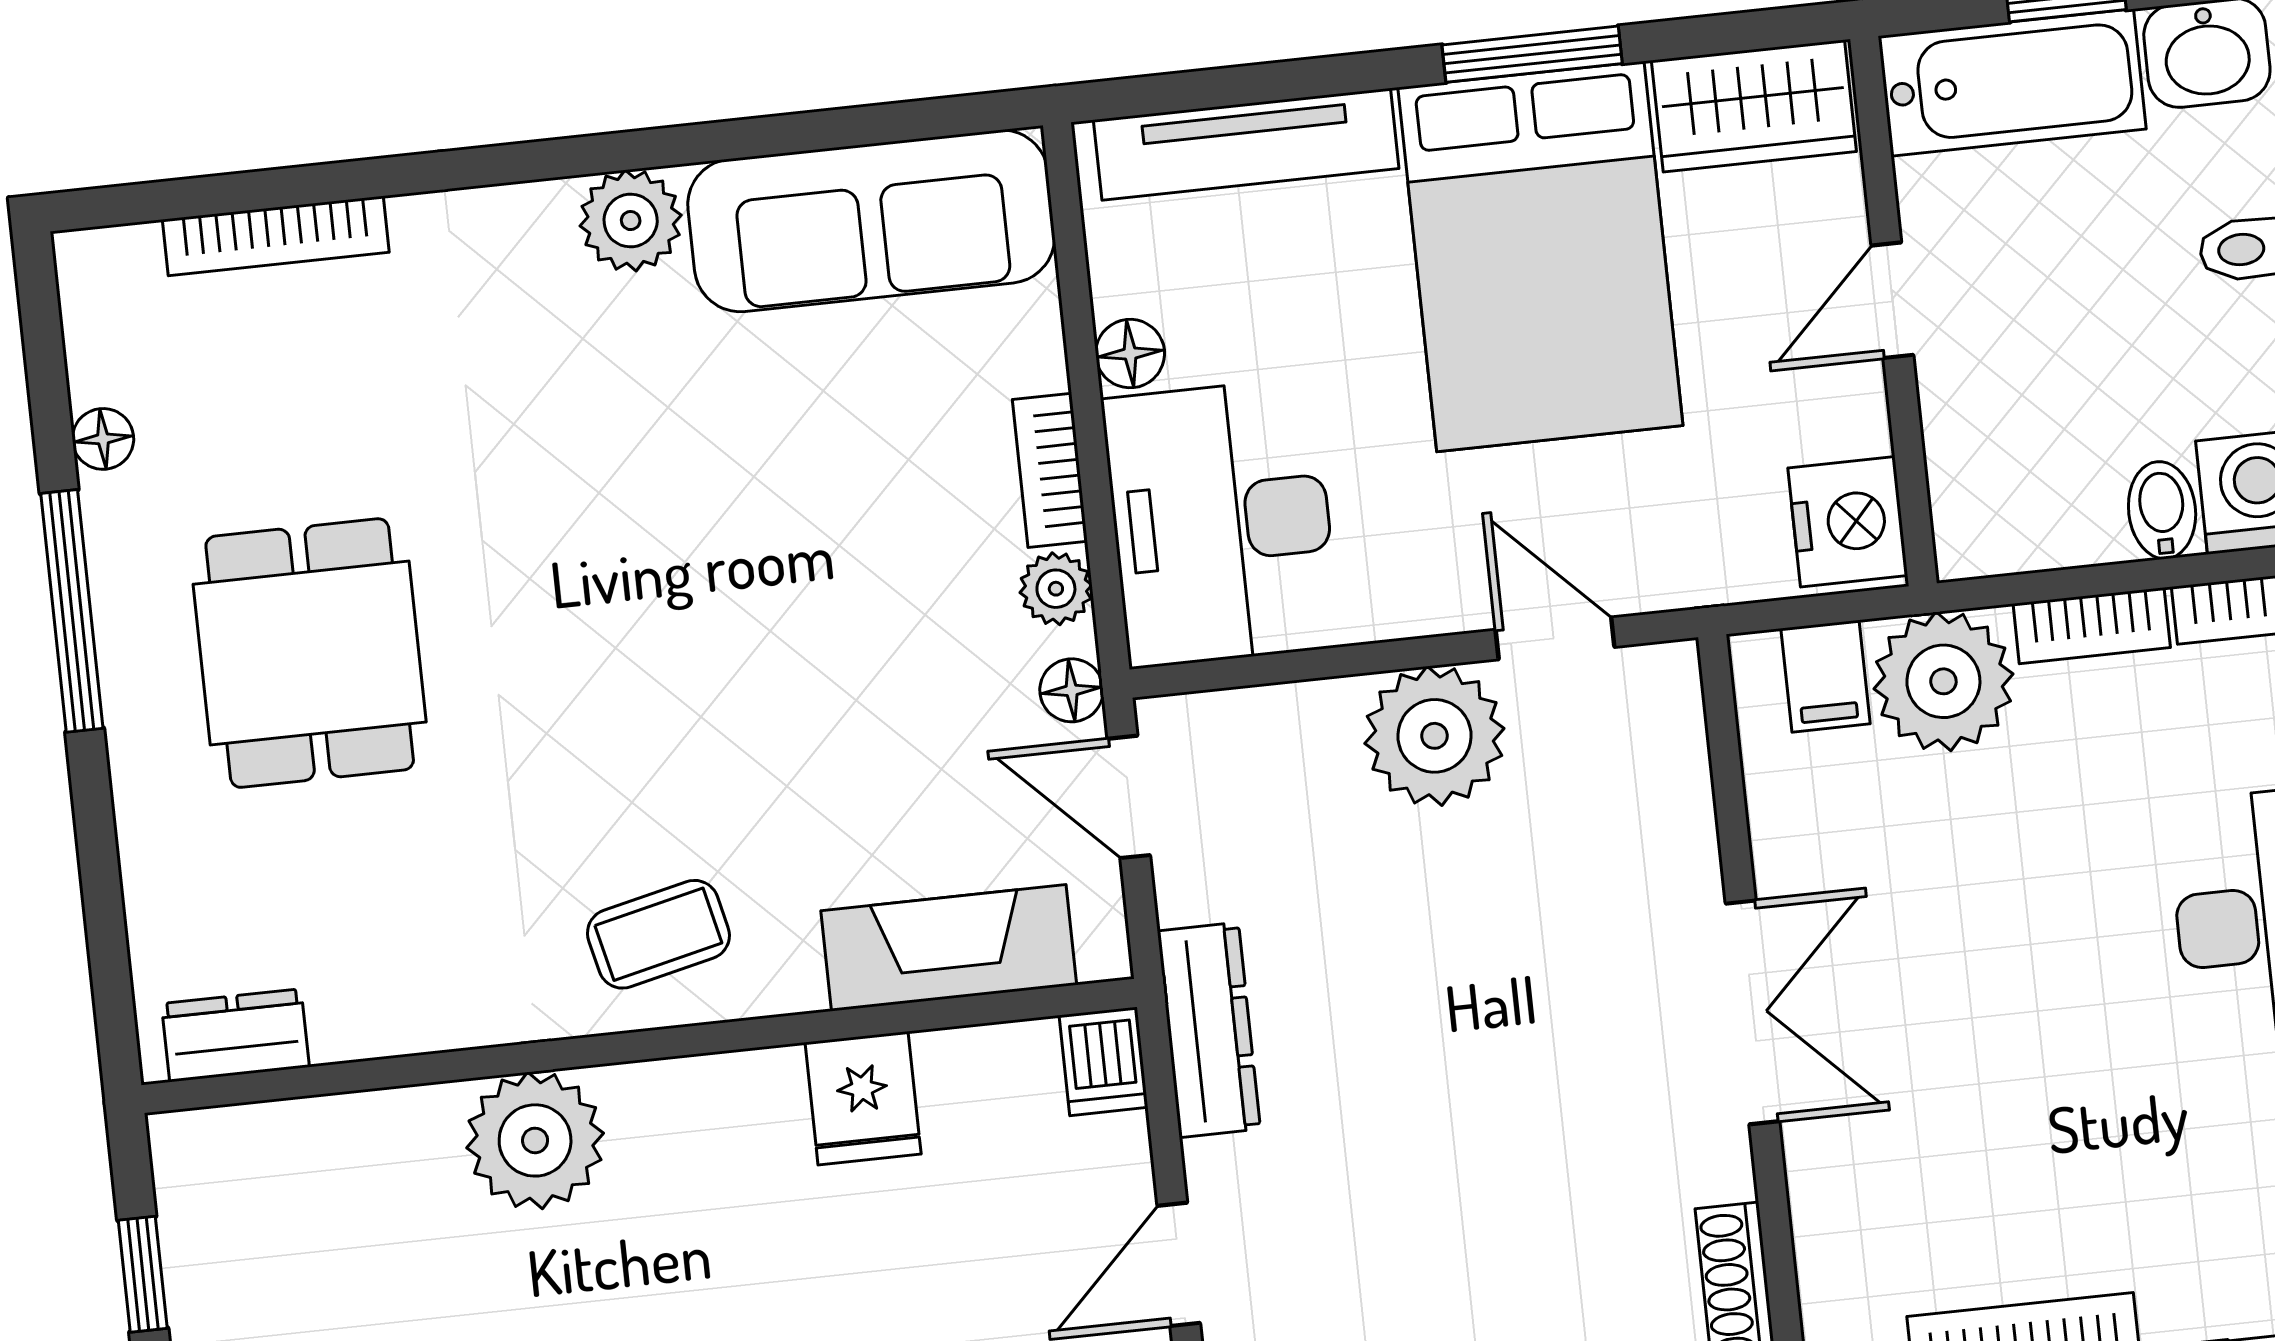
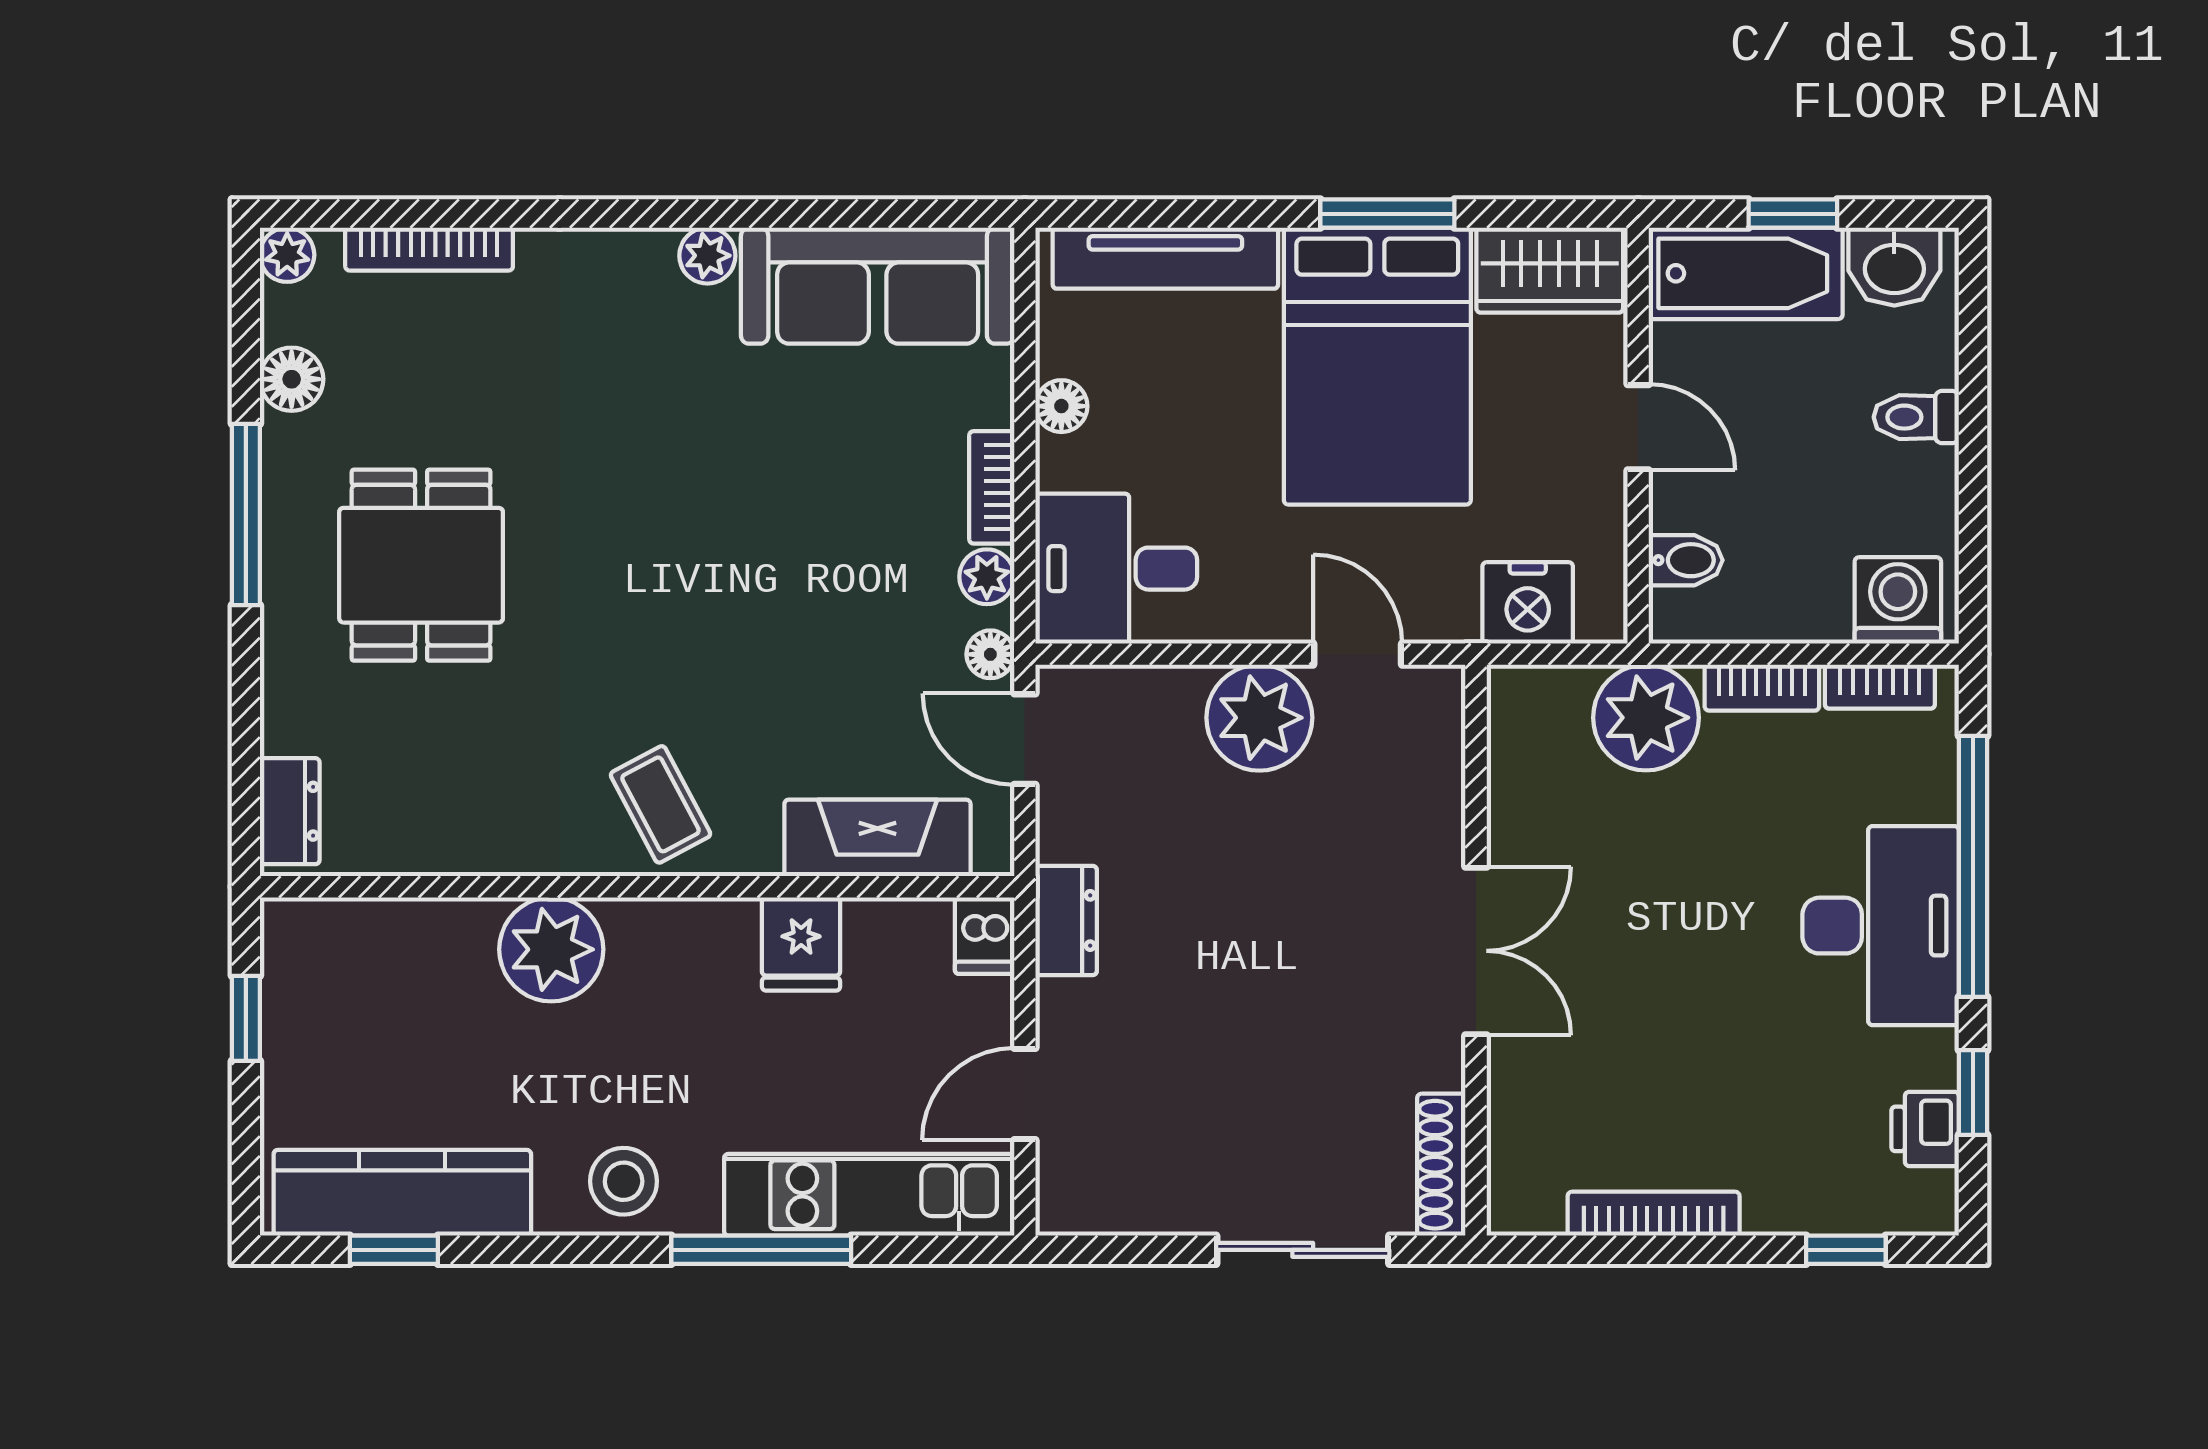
plant: (631, 221) -> (707, 256), width x0.73, depth x0.73
plant: (90, 263) -> (287, 255), added
door: (1892, 300) -> (1638, 427), swing flipped
floor lamp: (103, 439) -> (292, 379), width x1.37, depth x1.37
bidet: (2162, 510) -> (1686, 560), moved, turned 90
nightstand: (1848, 522) -> (1528, 603), moved, turned 90
desk: (1221, 523) -> (1116, 569), width x0.73
filing cabinet: (1825, 676) -> (1558, 704), removed
coffee table: (658, 934) -> (660, 804), turned 75
dresser: (1209, 1030) -> (1066, 920), width x0.70
dresser: (235, 1035) -> (290, 811), moved, turned 90

